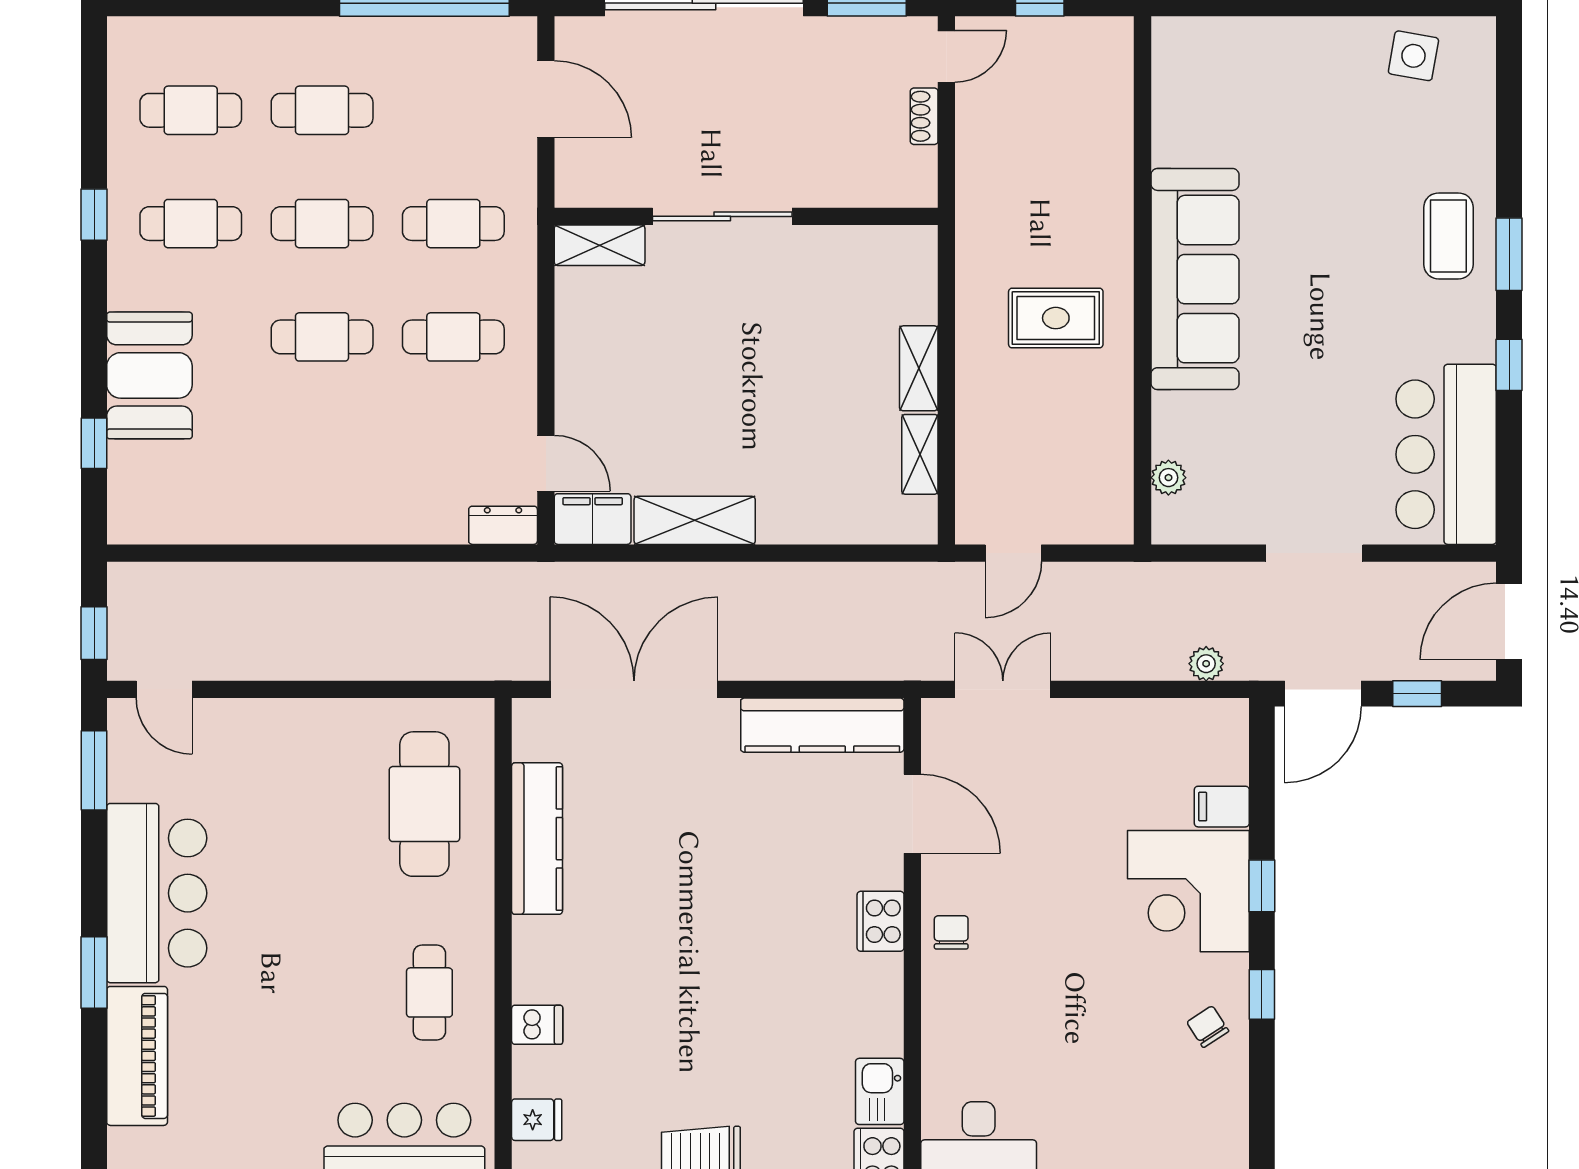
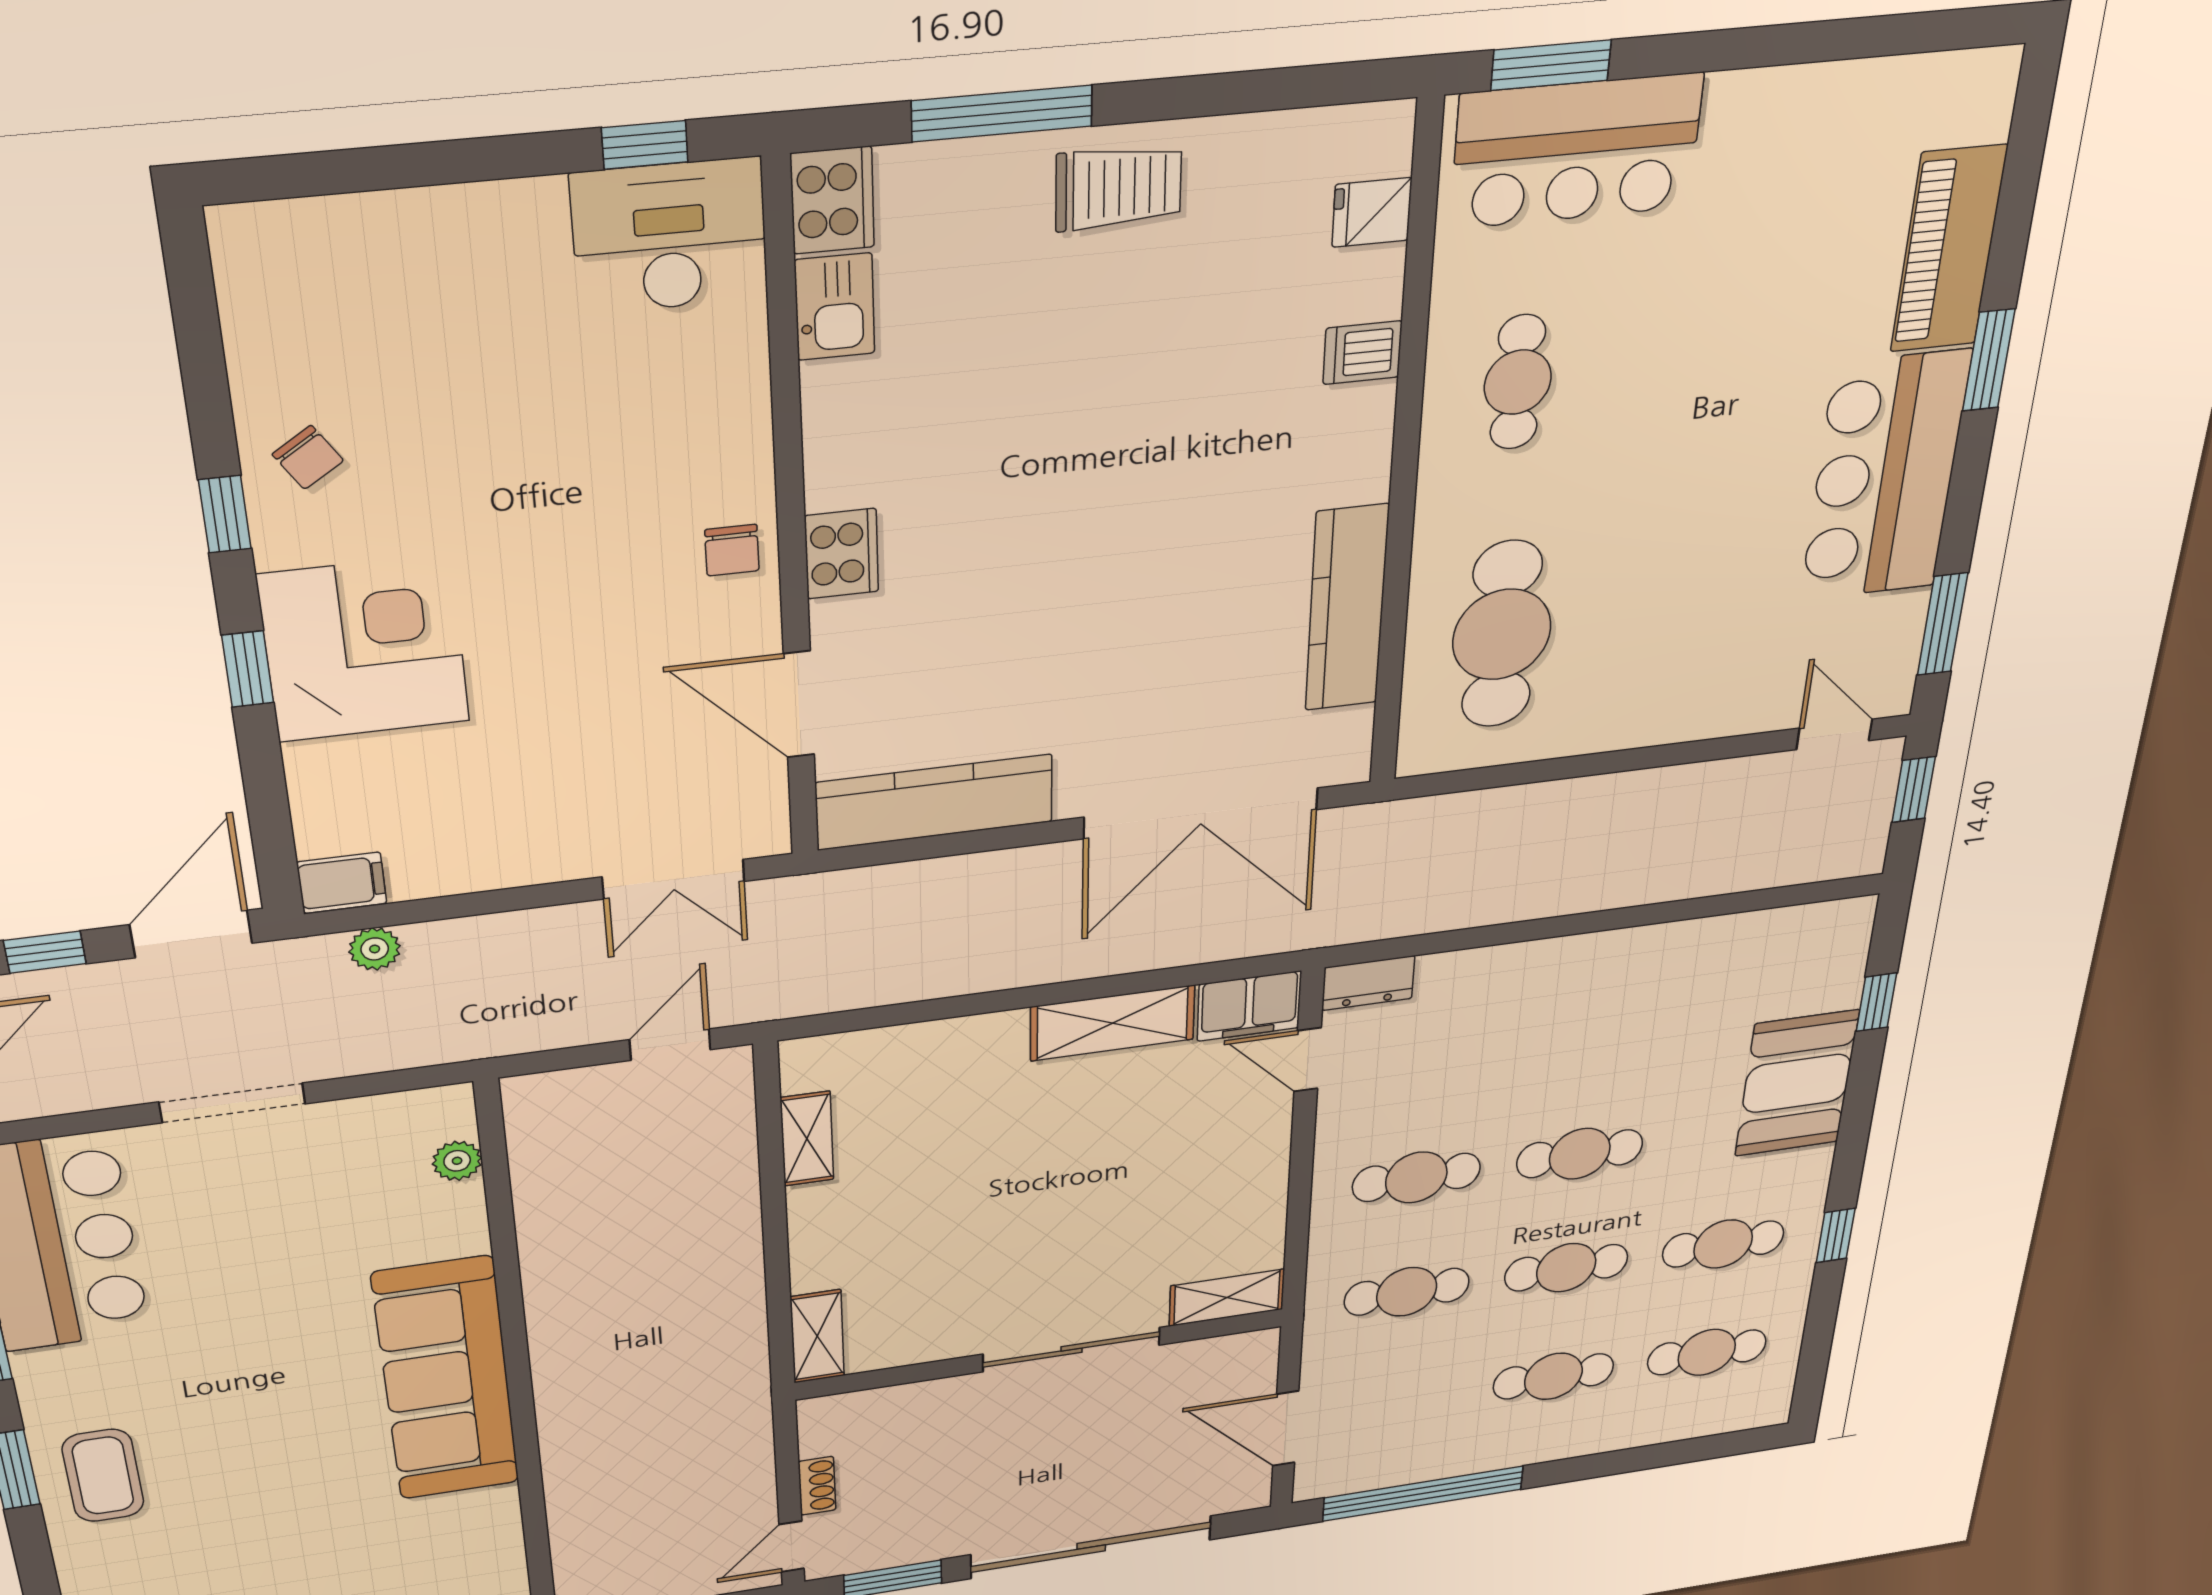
rug: (1056, 318) -> (631, 1311), removed
shelving: (919, 368) -> (817, 1336), moved
filing cabinet: (1222, 807) -> (342, 883), moved

